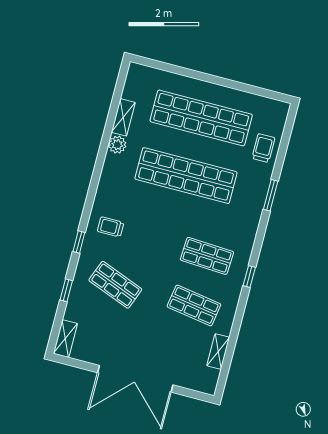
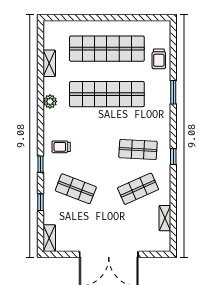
plant: (117, 145) -> (50, 101), moved
trolley: (263, 148) -> (159, 59), turned 180
shop shelf: (194, 305) -> (138, 189), turned -33

